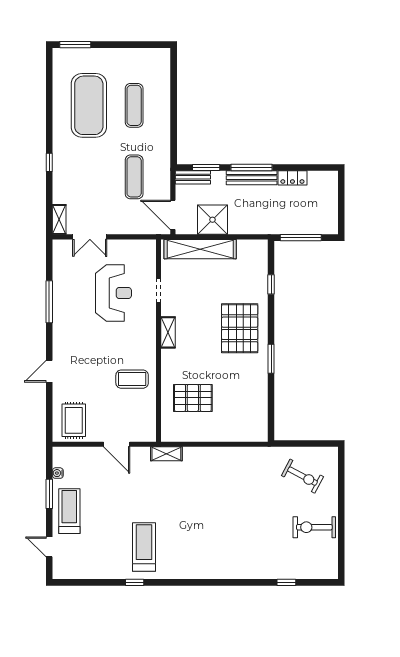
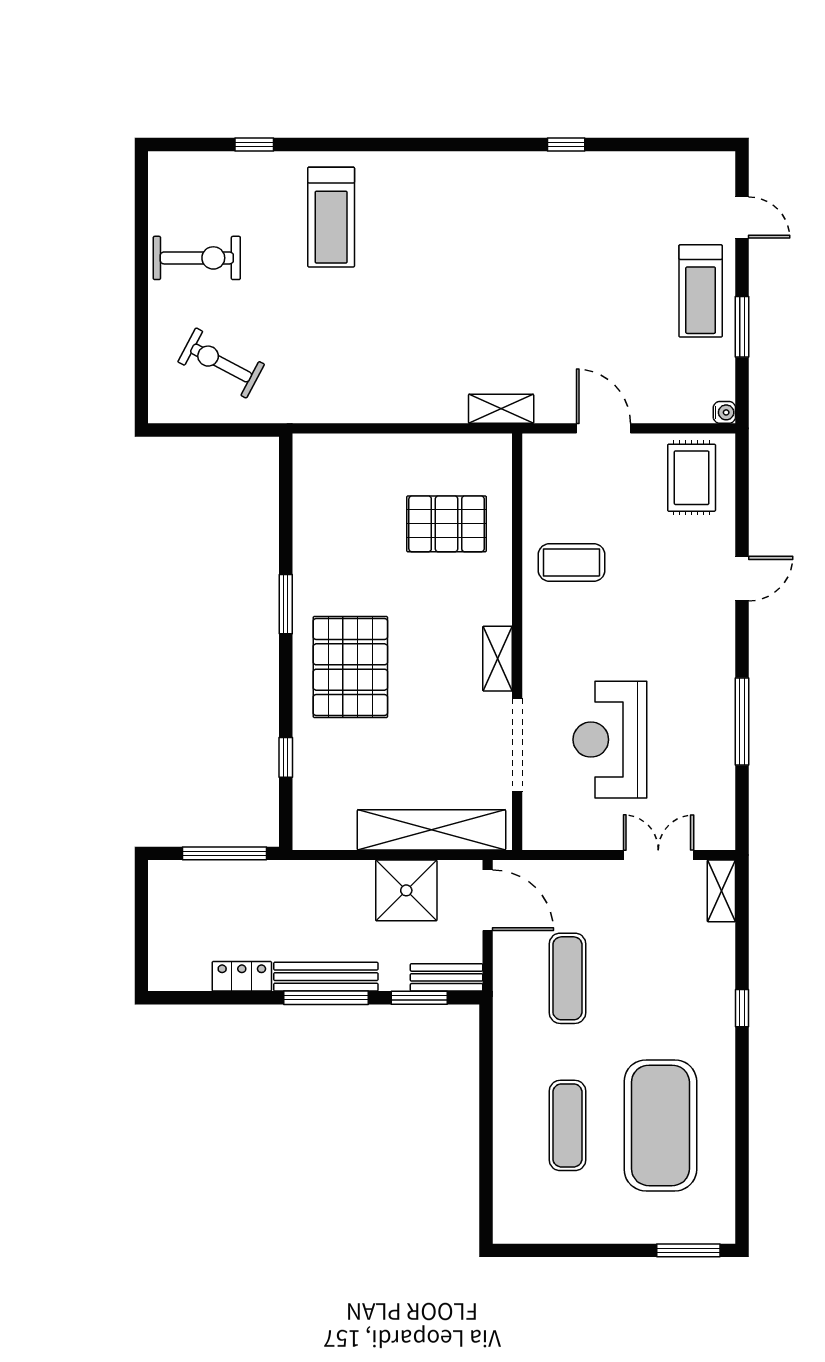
doorway: (159, 290) -> (517, 745), width x1.87
water cooler: (58, 473) -> (724, 412), moved
treadmill: (144, 547) -> (331, 217), moved

